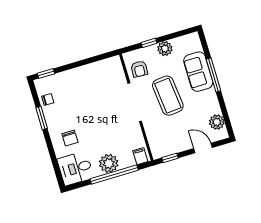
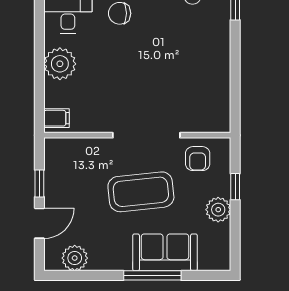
armchair: (139, 69) -> (198, 159), turned -94
window: (170, 158) -> (39, 183), moved
window: (114, 175) -> (39, 67), removed

